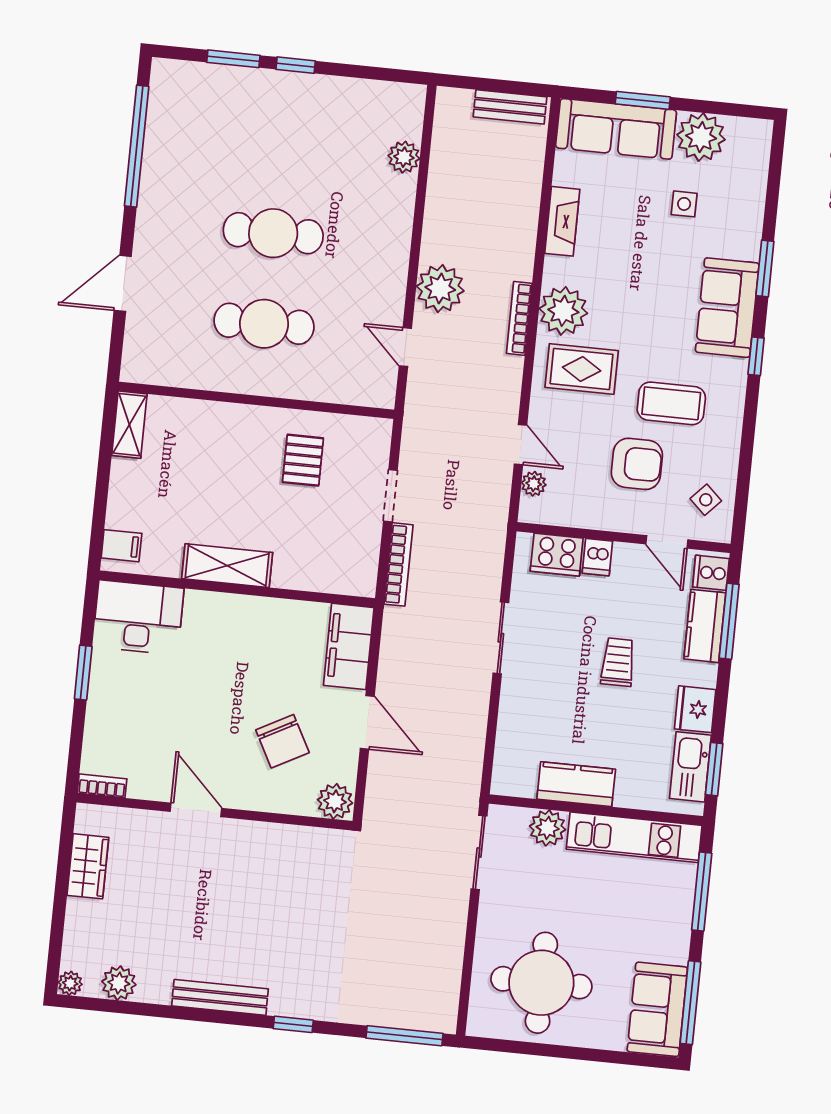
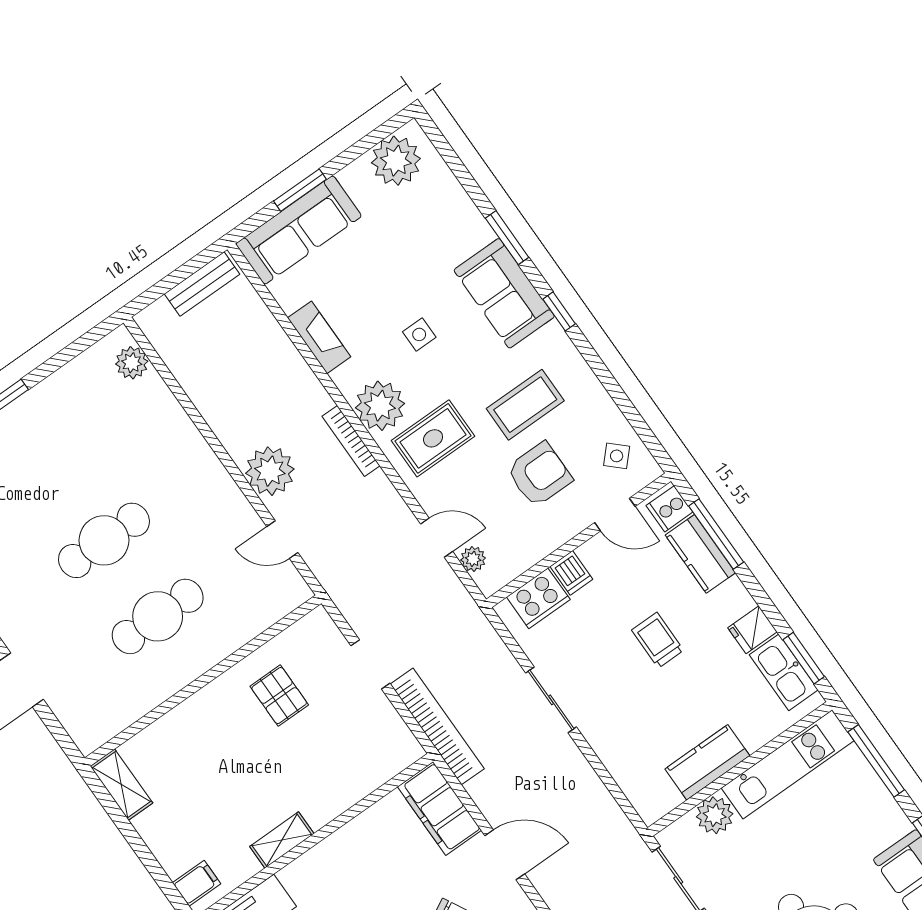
plant: (701, 137) -> (396, 161), moved
plant: (404, 157) -> (132, 363), moved
side table: (684, 204) -> (419, 334), moved
bookcase: (398, 564) -> (437, 726), width x1.48, depth x1.31
shelving: (227, 566) -> (282, 840), width x0.67, depth x0.75
fridge: (695, 709) -> (752, 630), width x0.72

